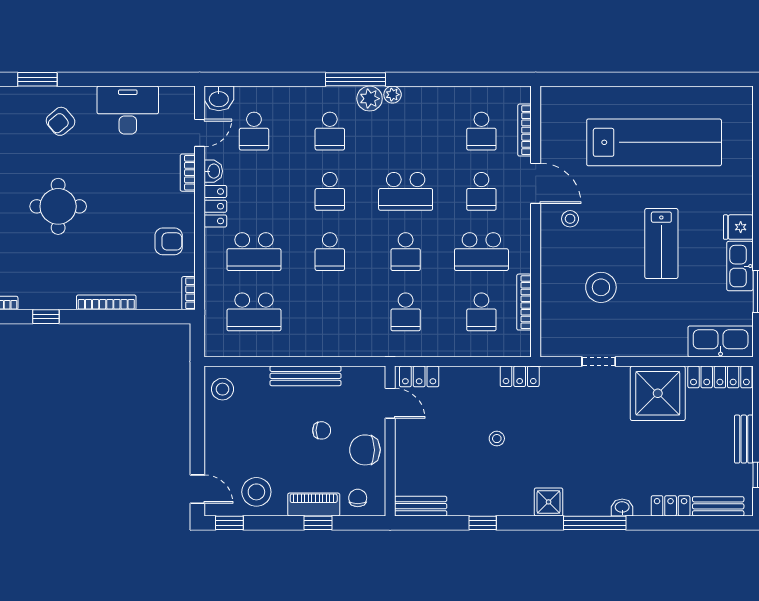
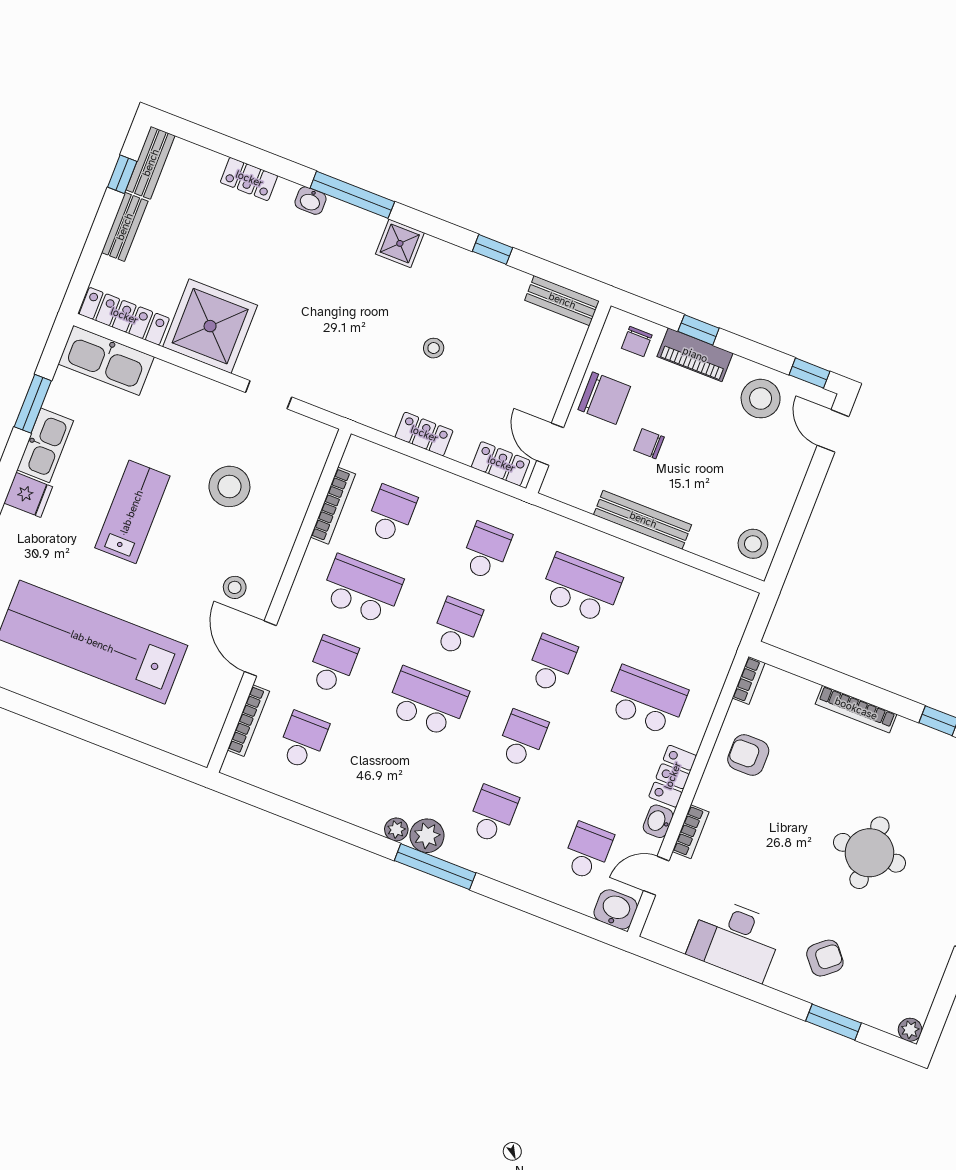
school desk: (254, 312) -> (581, 588), moved
locker: (520, 376) -> (424, 434), moved
bench: (718, 506) -> (151, 163), moved, turned 90

